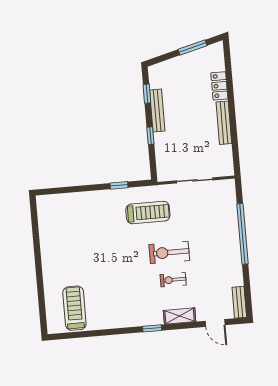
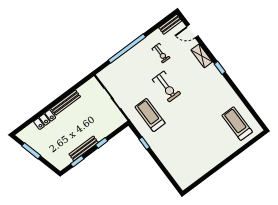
exercise bike: (173, 280) -> (161, 53), moved
treadmill: (74, 308) -> (237, 124), turned 90
door: (215, 323) -> (192, 31), swing flipped

